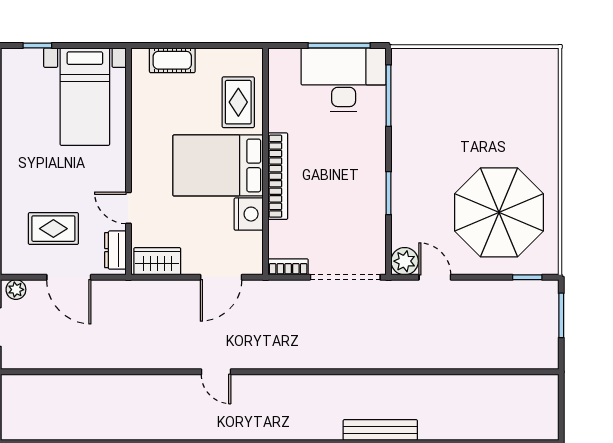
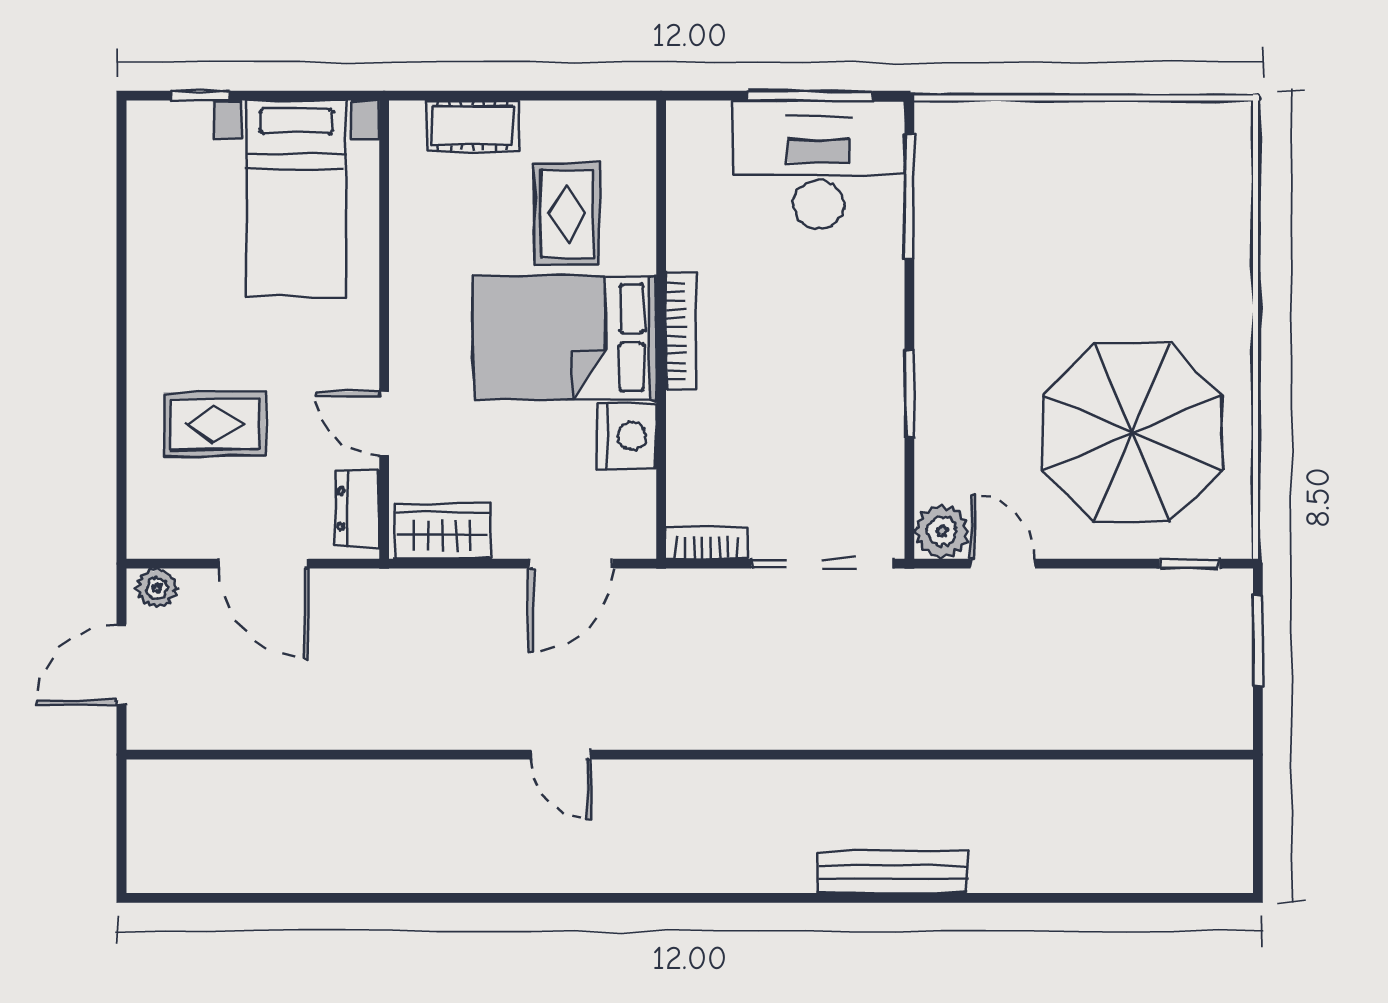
rug: (238, 102) -> (567, 214), moved
bookcase: (278, 176) -> (681, 331), width x0.68, depth x0.76
rug: (53, 229) -> (214, 424), moved

